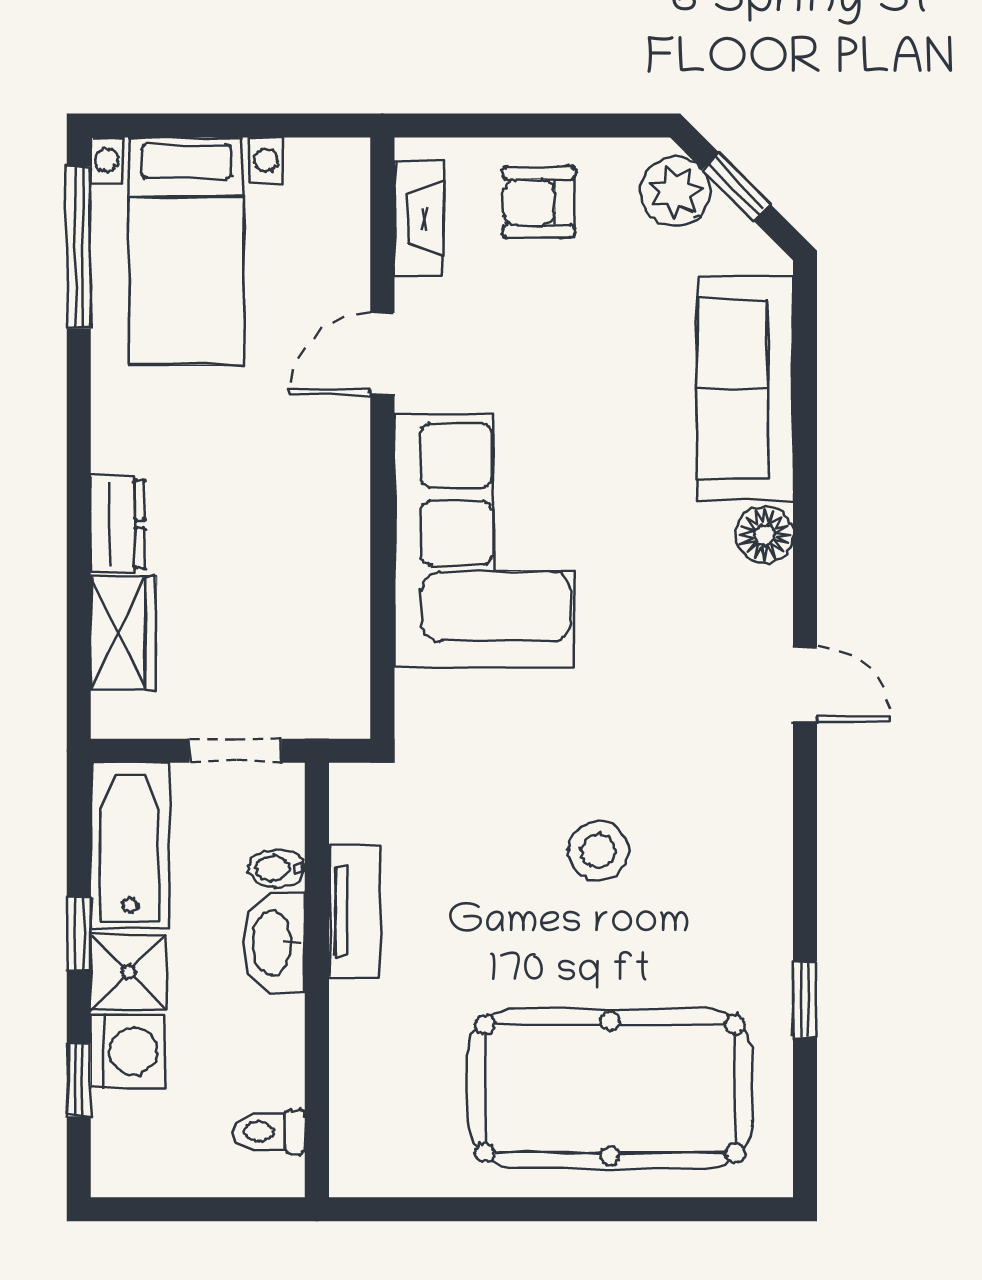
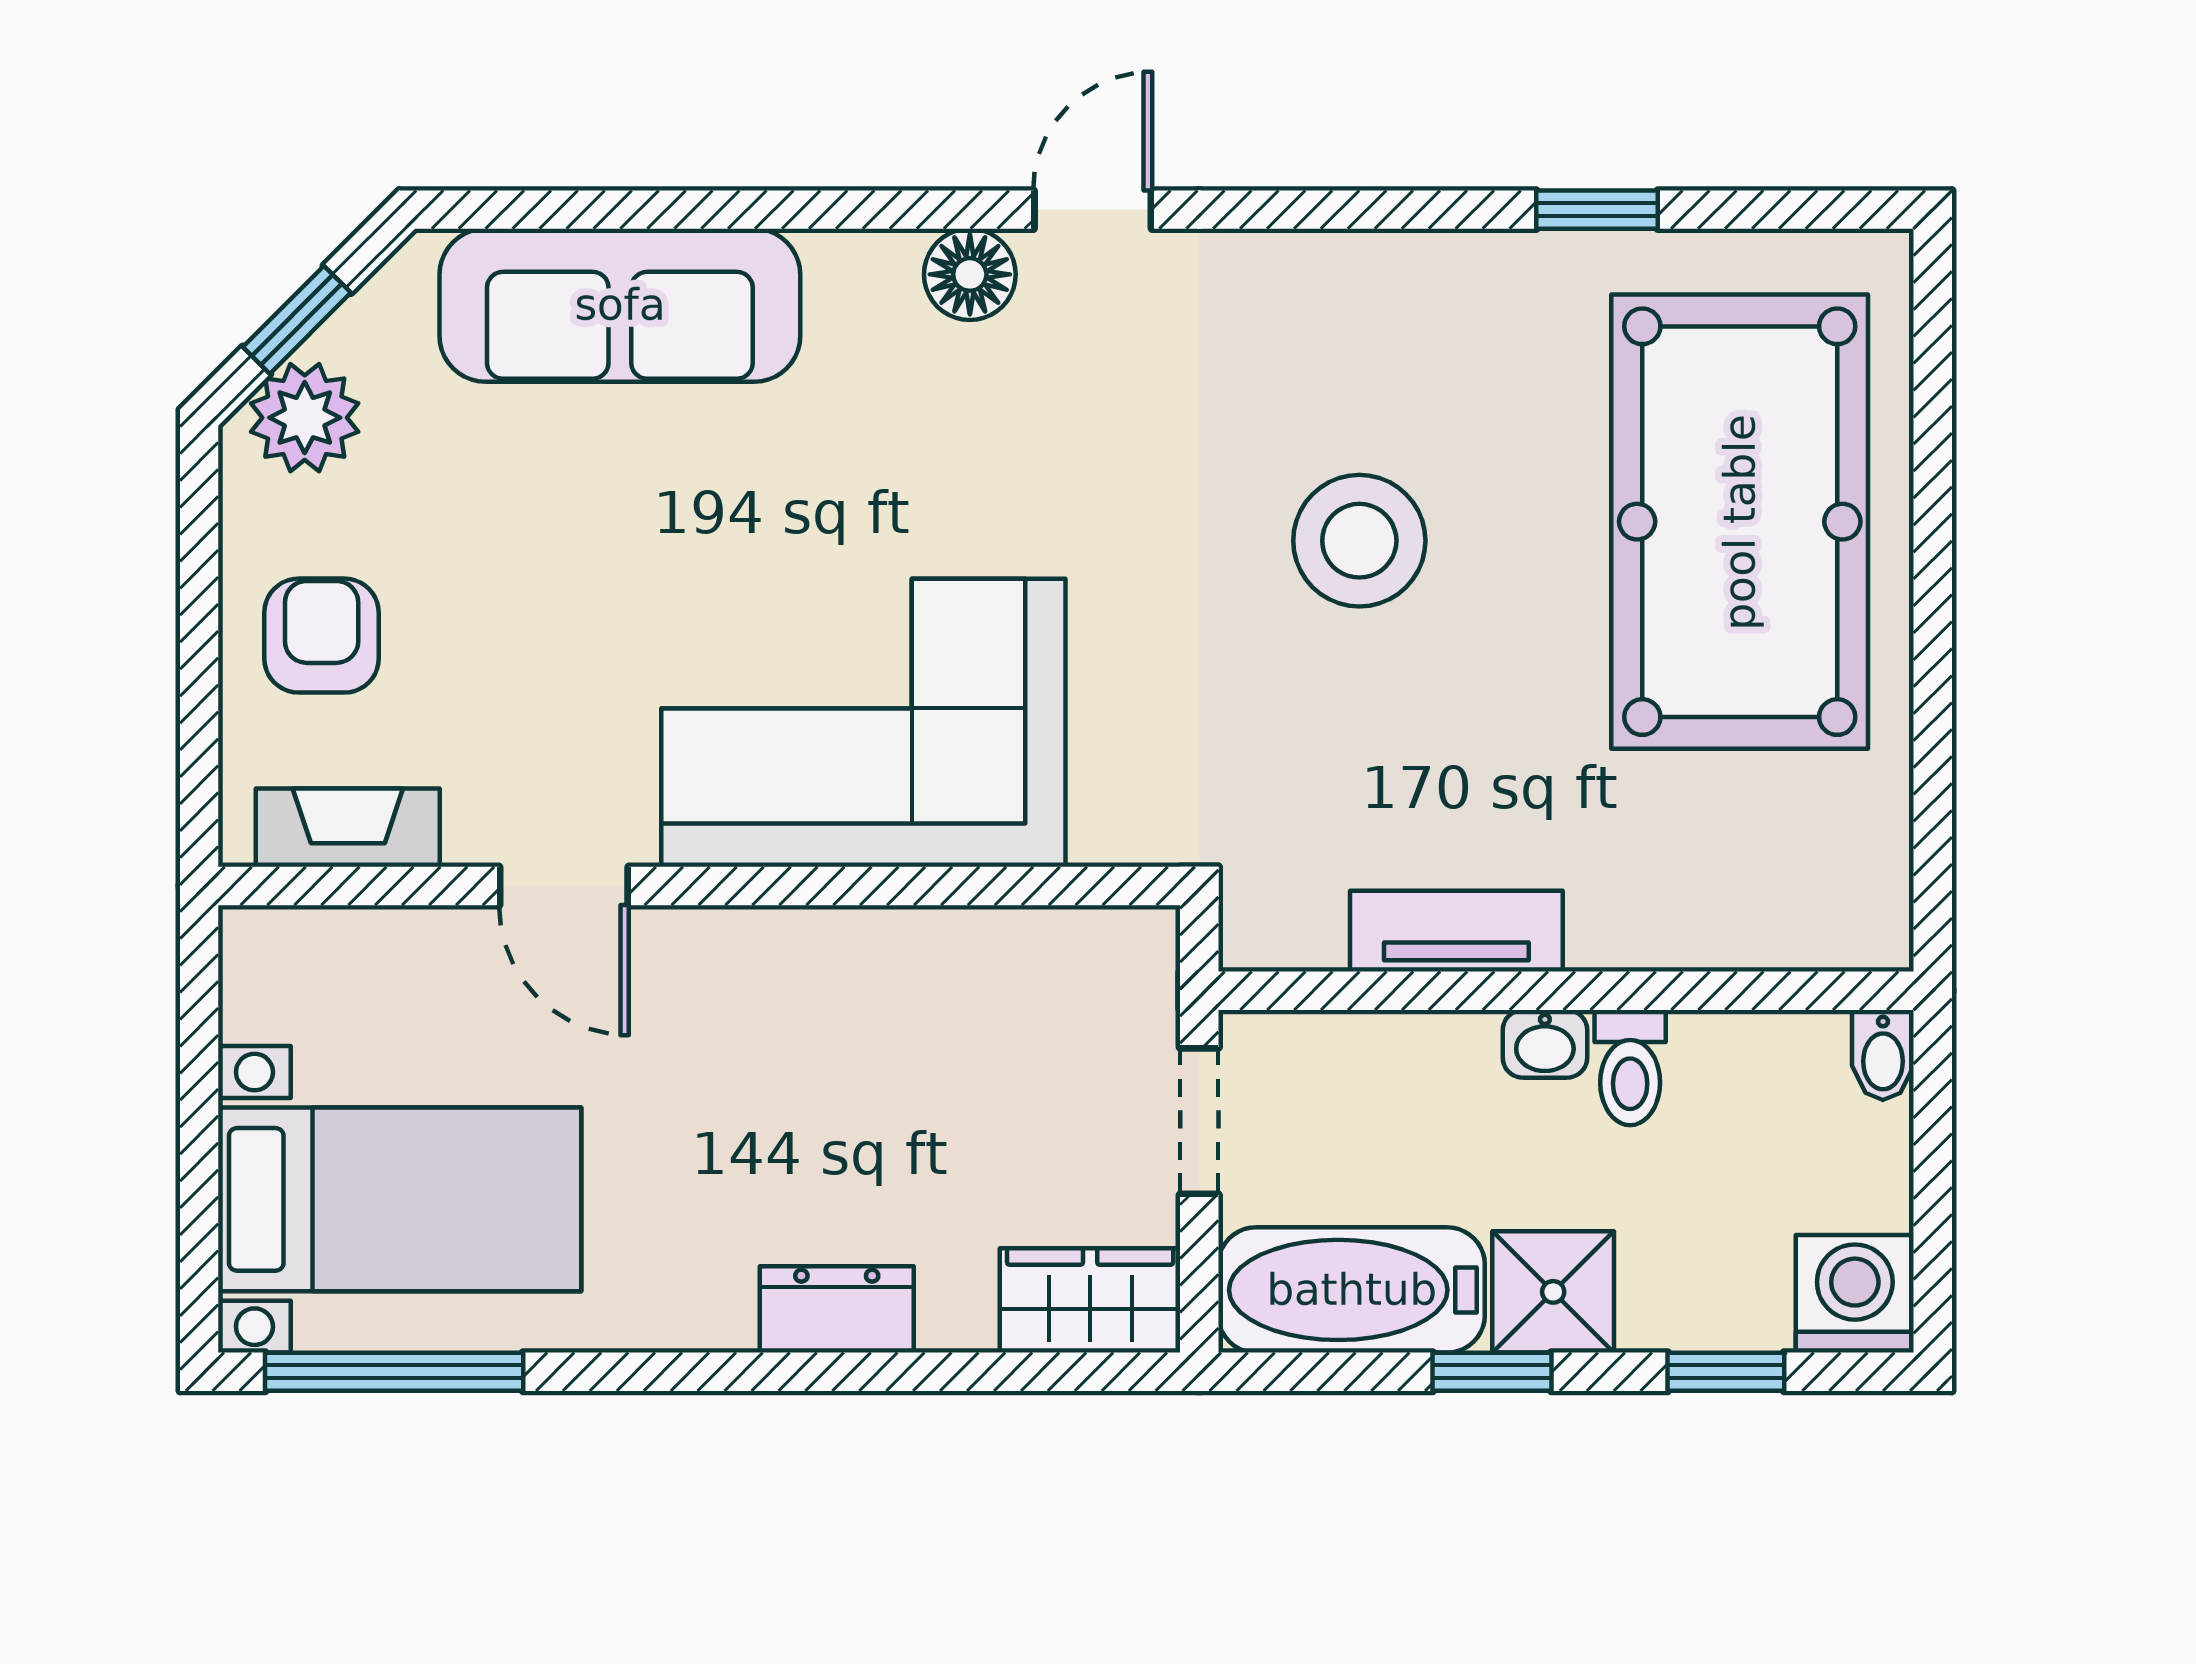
armchair: (539, 202) -> (322, 636), turned 180
floor lamp: (765, 535) -> (970, 274), moved
wardrobe: (123, 633) -> (1090, 1300), moved
stool: (598, 851) -> (1359, 541), width x1.38, depth x1.38
bidet: (277, 868) -> (1883, 1055), moved
washbasin: (274, 943) -> (1545, 1044), width x0.52, depth x0.69
washing machine: (127, 1052) -> (1855, 1294), moved
toilet: (269, 1132) -> (1630, 1068), moved

